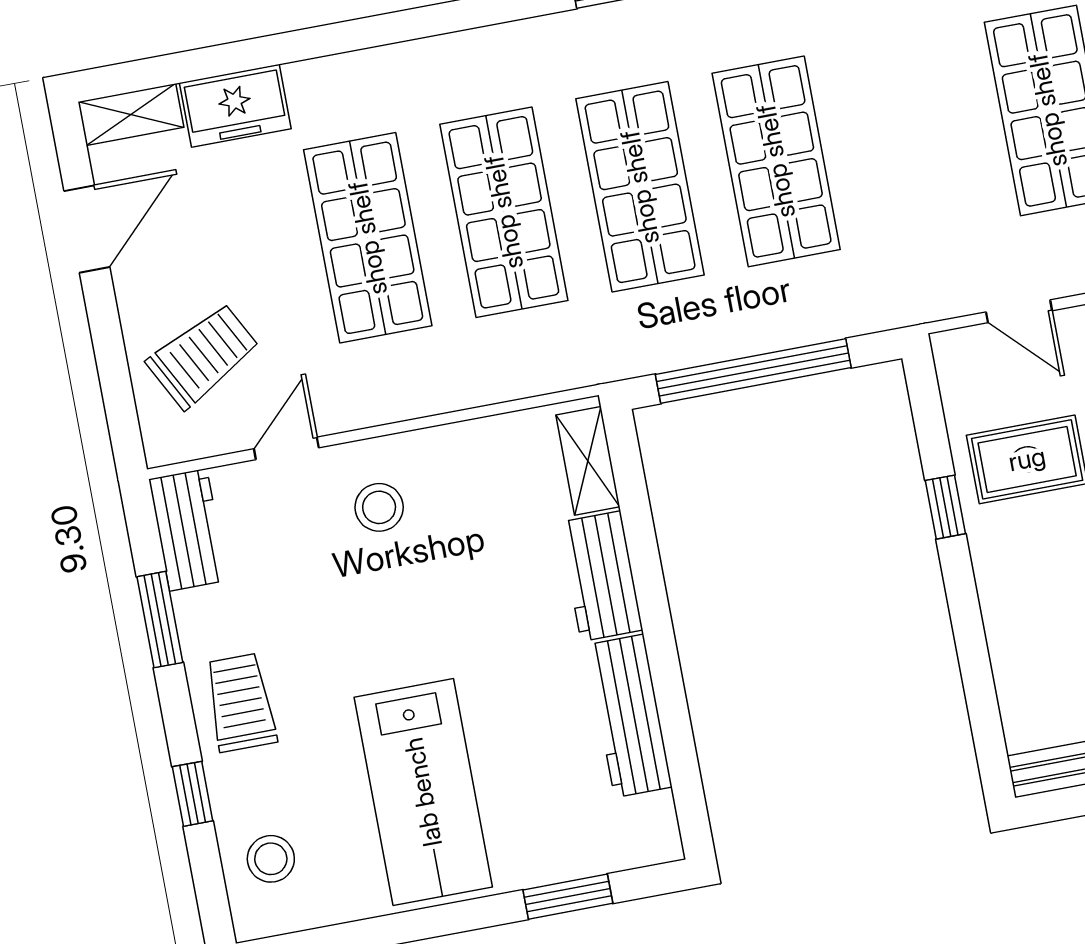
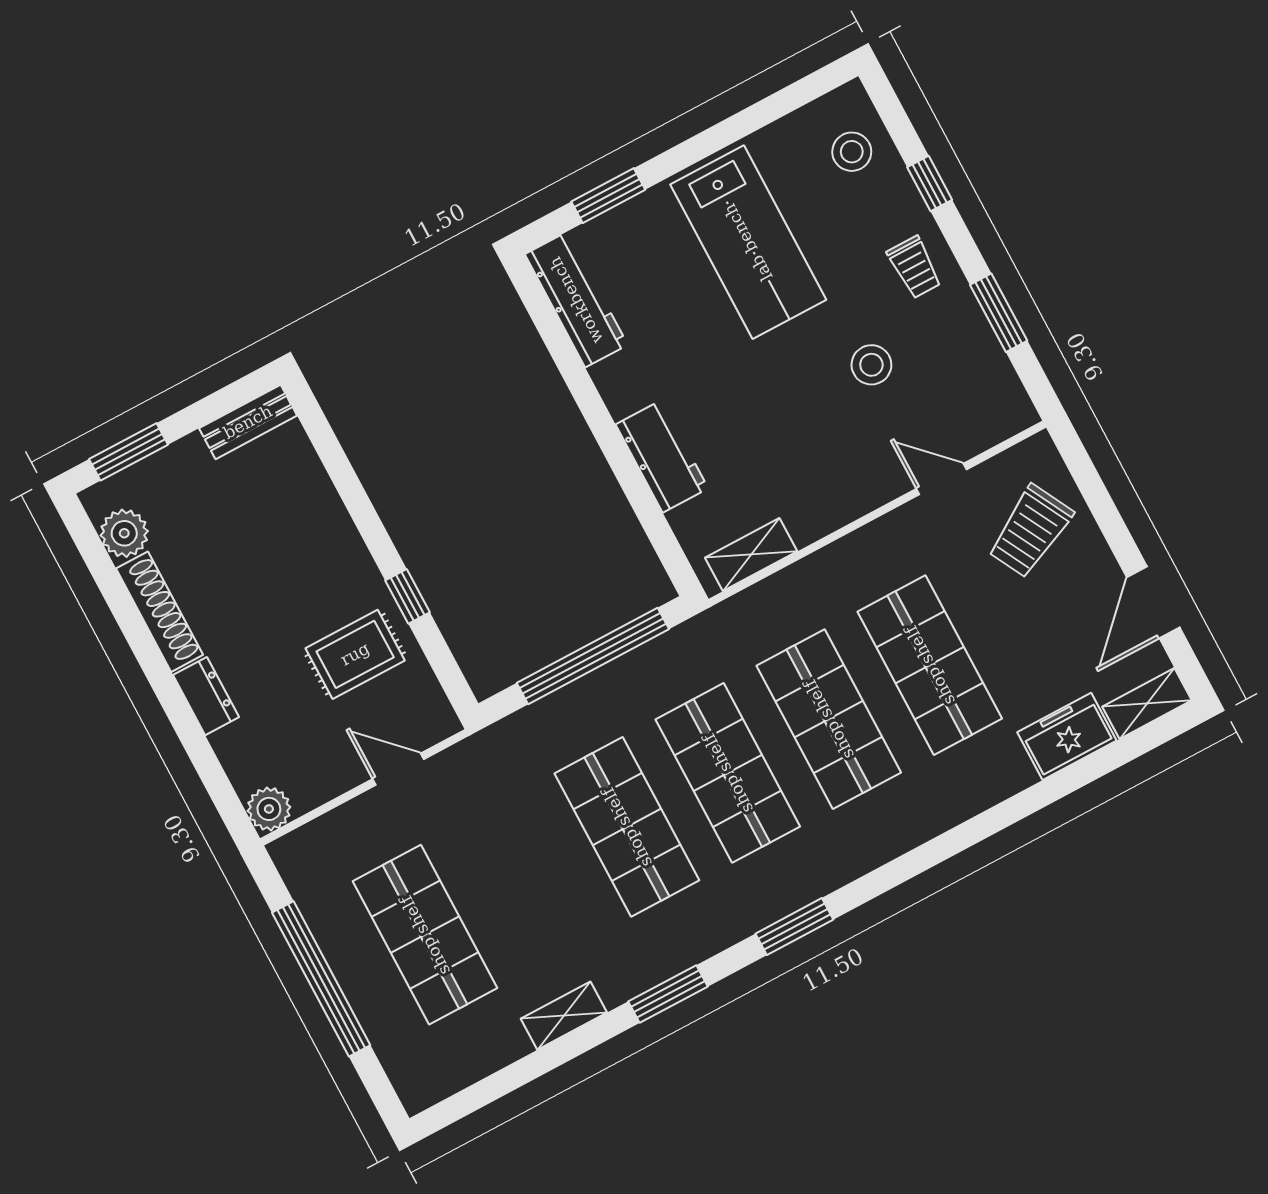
door: (286, 448) -> (941, 479), swing flipped
shelving: (588, 461) -> (751, 555), moved, turned 90
stool: (379, 507) -> (871, 365), moved
workbench: (188, 530) -> (999, 390), removed
trolley: (241, 703) -> (914, 267), width x0.73, depth x0.72
workbench: (629, 716) -> (576, 300), moved
lab bench: (423, 792) -> (748, 242), turned 180

